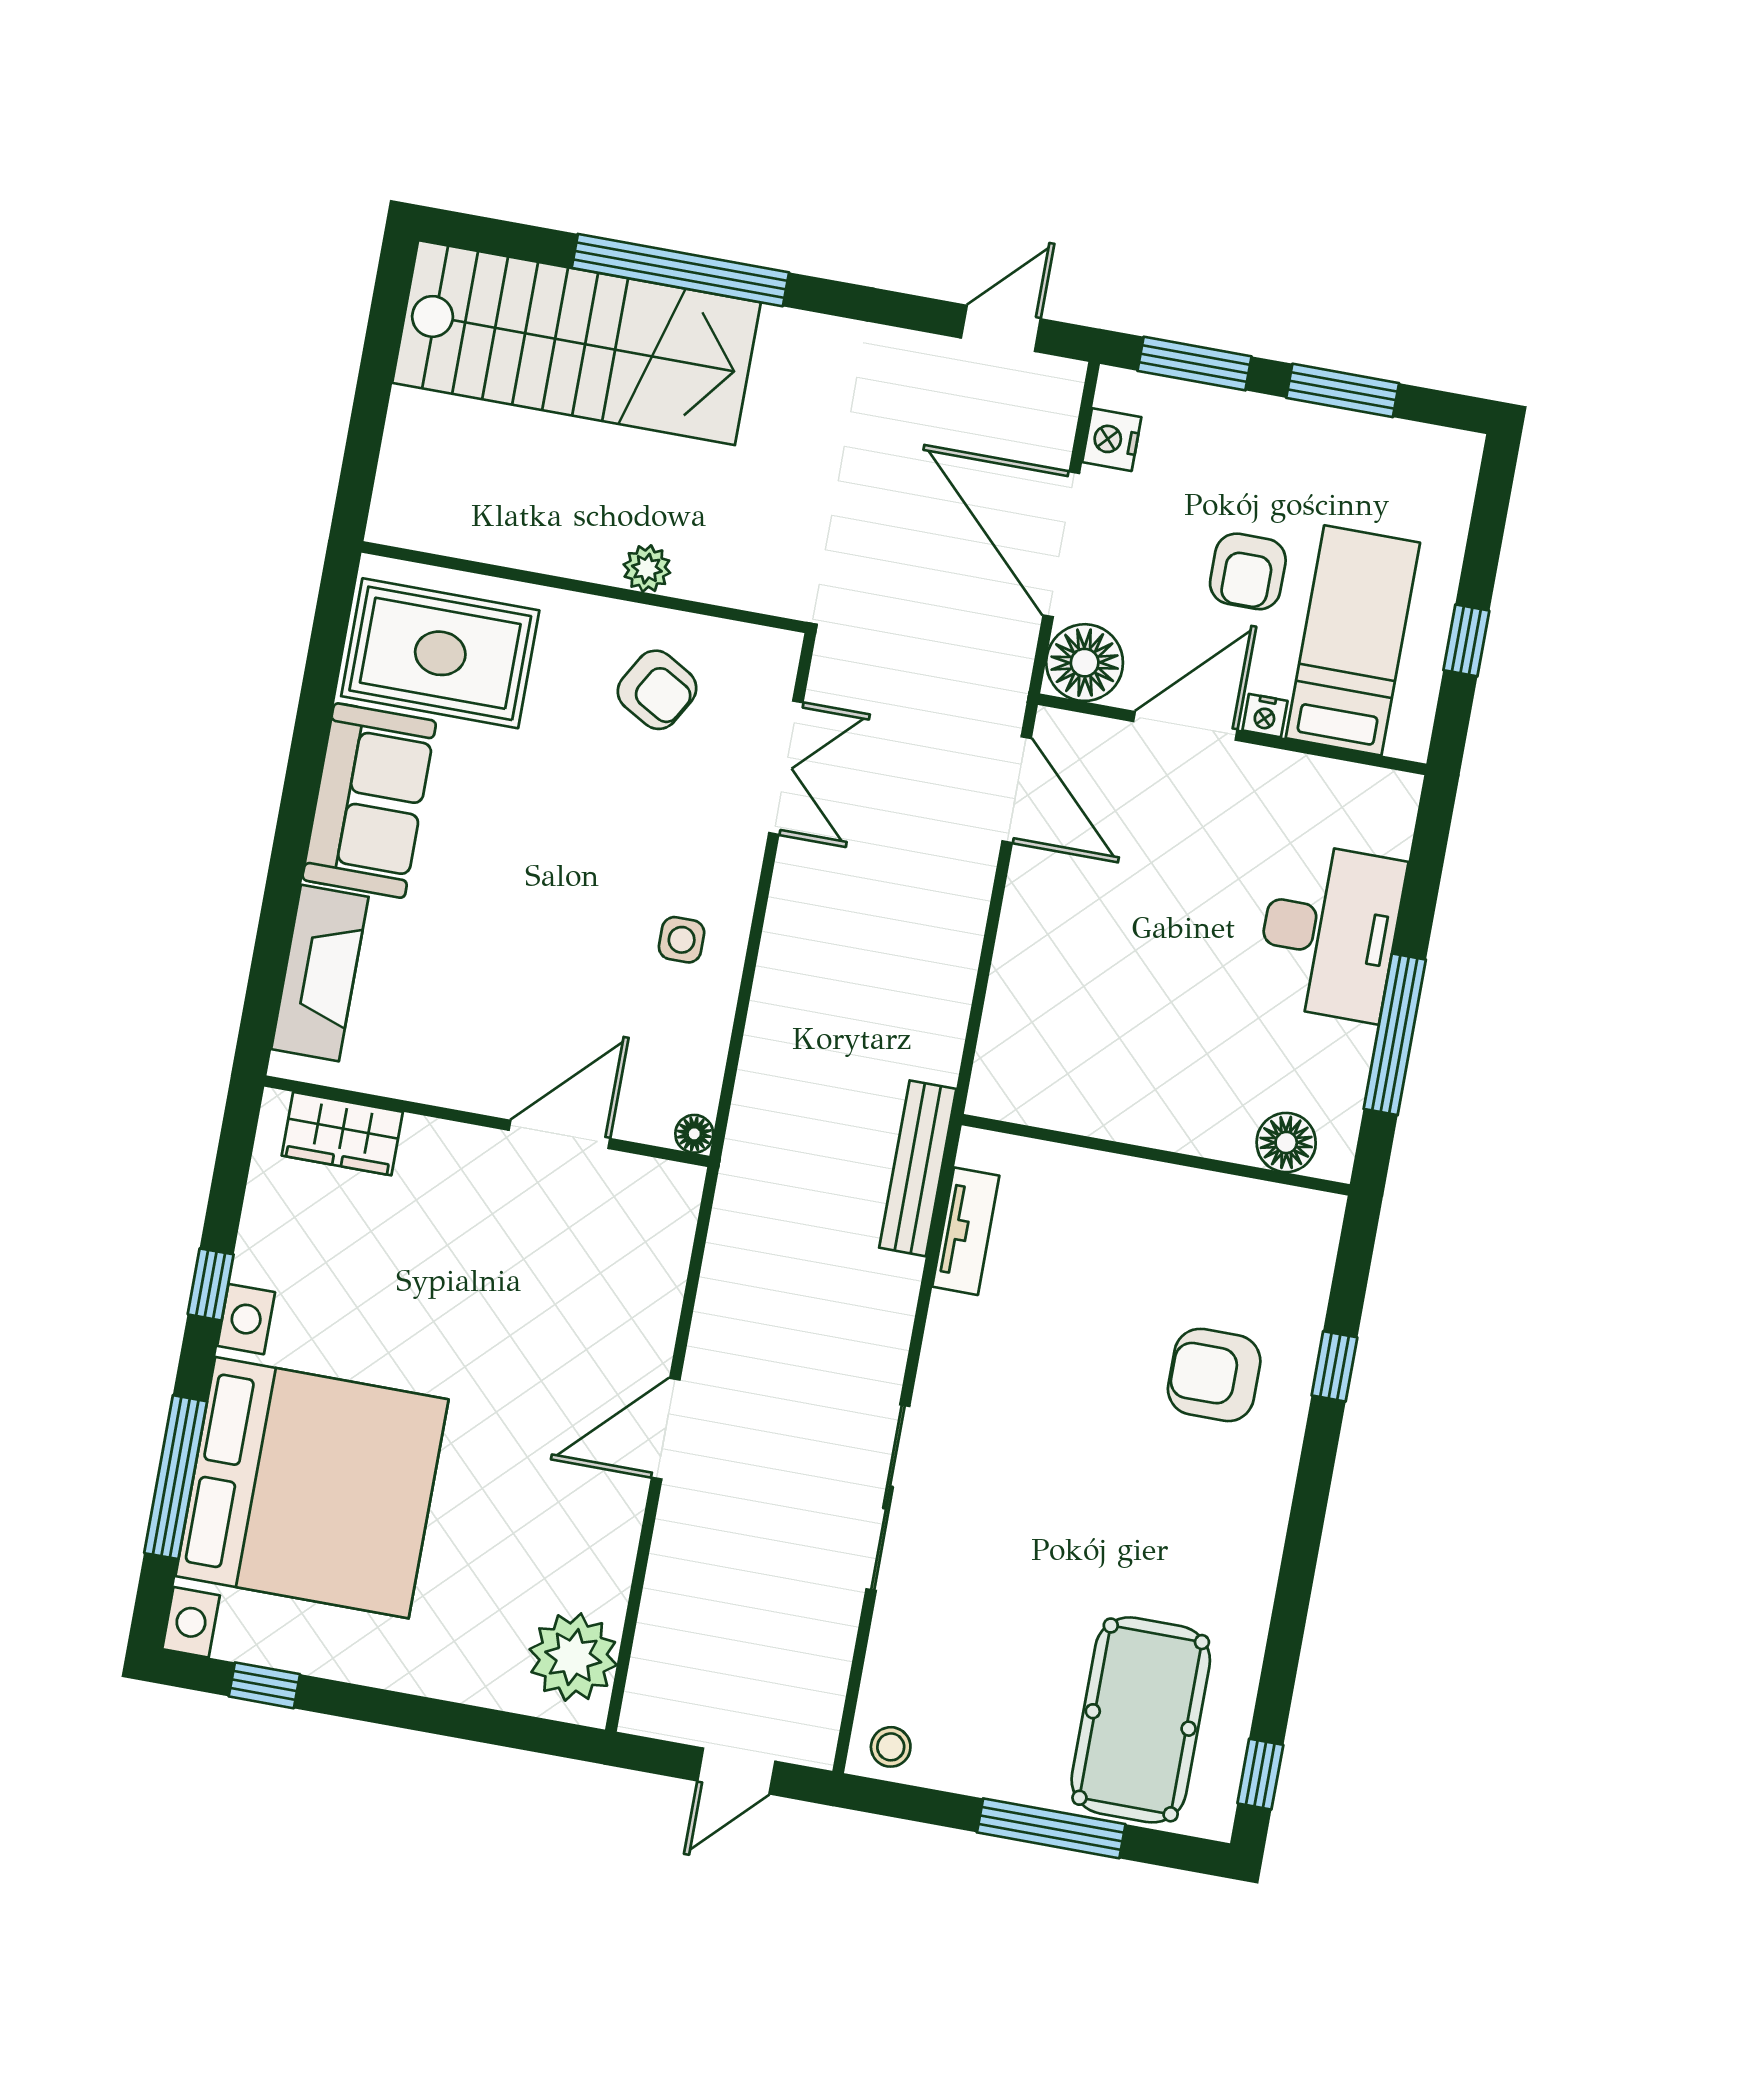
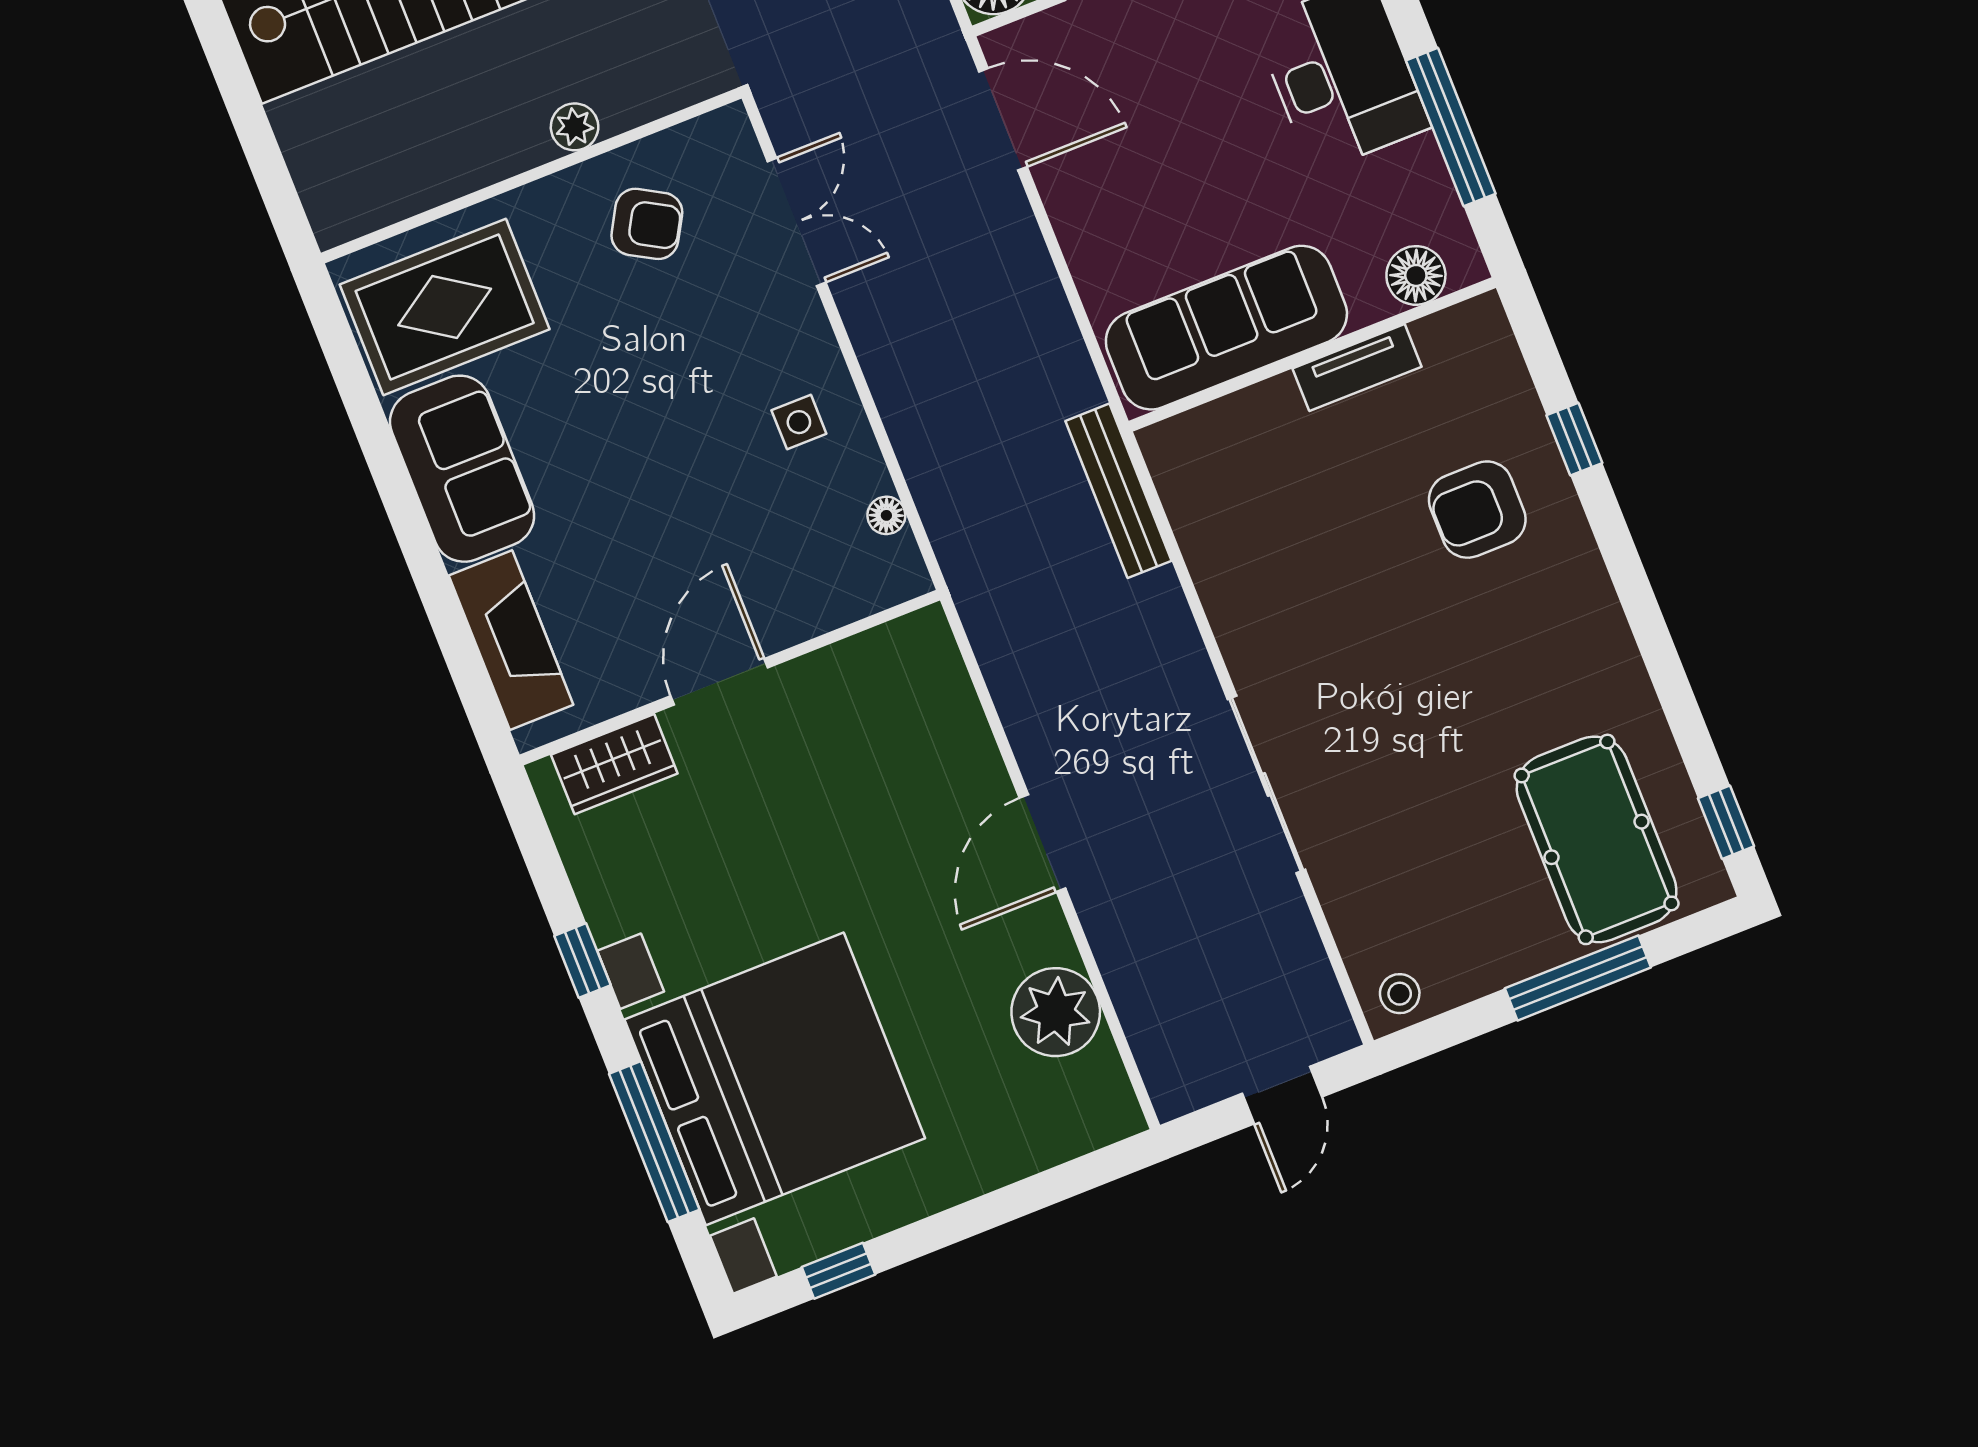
sofa: (1097, 1086) -> (1226, 328), added
door: (559, 1134) -> (719, 682), moved
floor lamp: (694, 1134) -> (886, 515), moved
tv unit: (966, 1231) -> (1357, 368), moved, turned 90
plant: (573, 1657) -> (1056, 1012), moved

